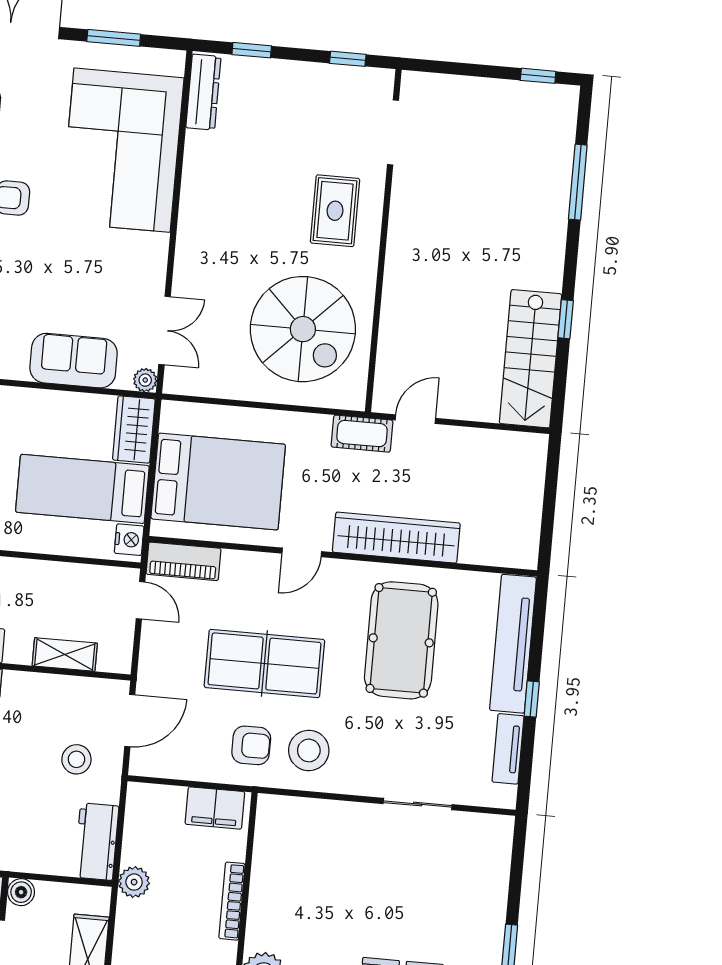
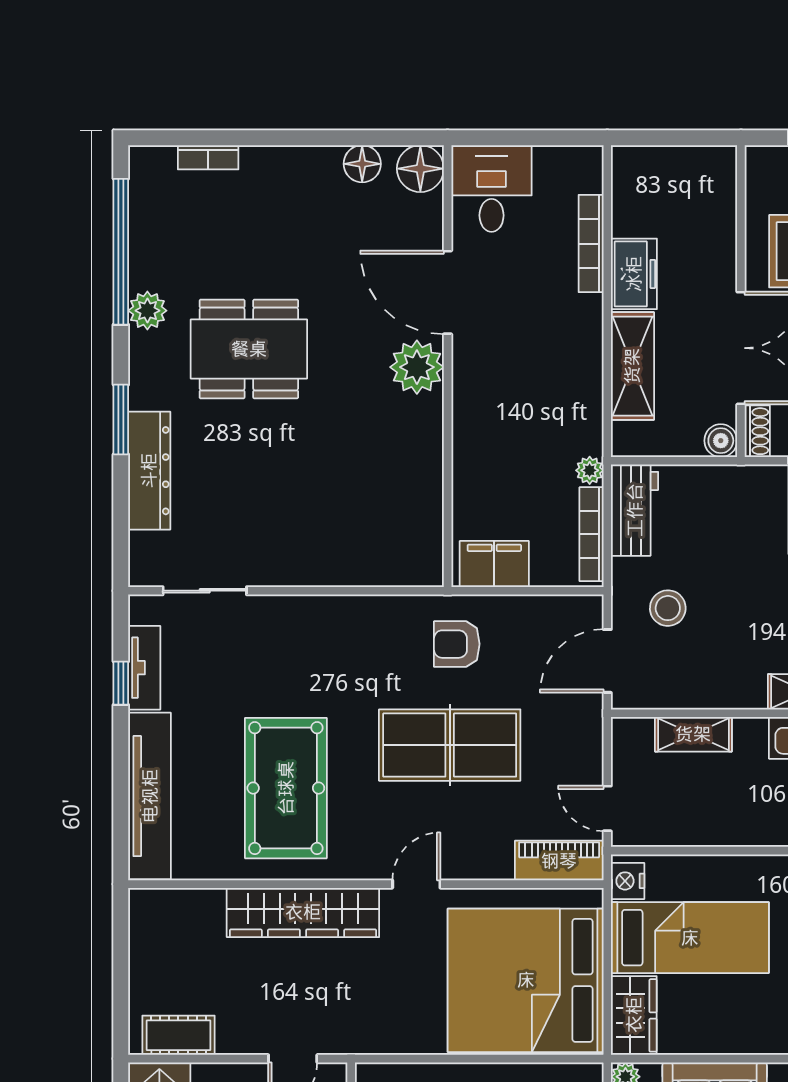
cot: (362, 434) -> (178, 1035), moved
bed: (218, 482) -> (526, 980), width x1.36
window: (532, 699) -> (121, 683), moved
stool: (309, 750) -> (386, 644), removed
sliding door: (418, 804) -> (205, 591), moved
plant: (134, 882) -> (590, 470), width x0.73, depth x0.73
bookcase: (232, 901) -> (592, 534), moved, turned 180
dresser: (490, 909) -> (149, 471), added

